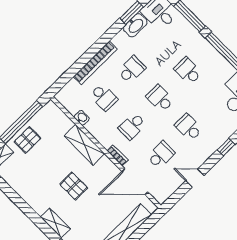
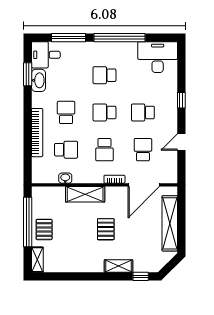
pallet: (74, 186) -> (106, 229), turned 90

